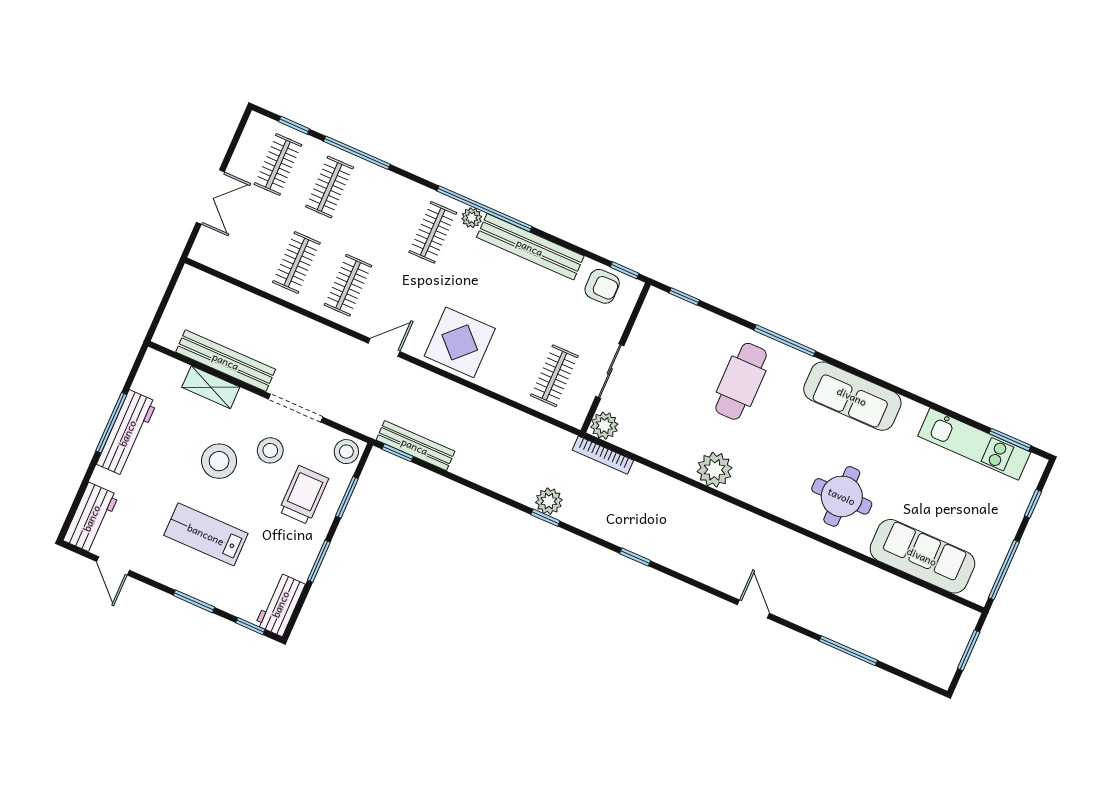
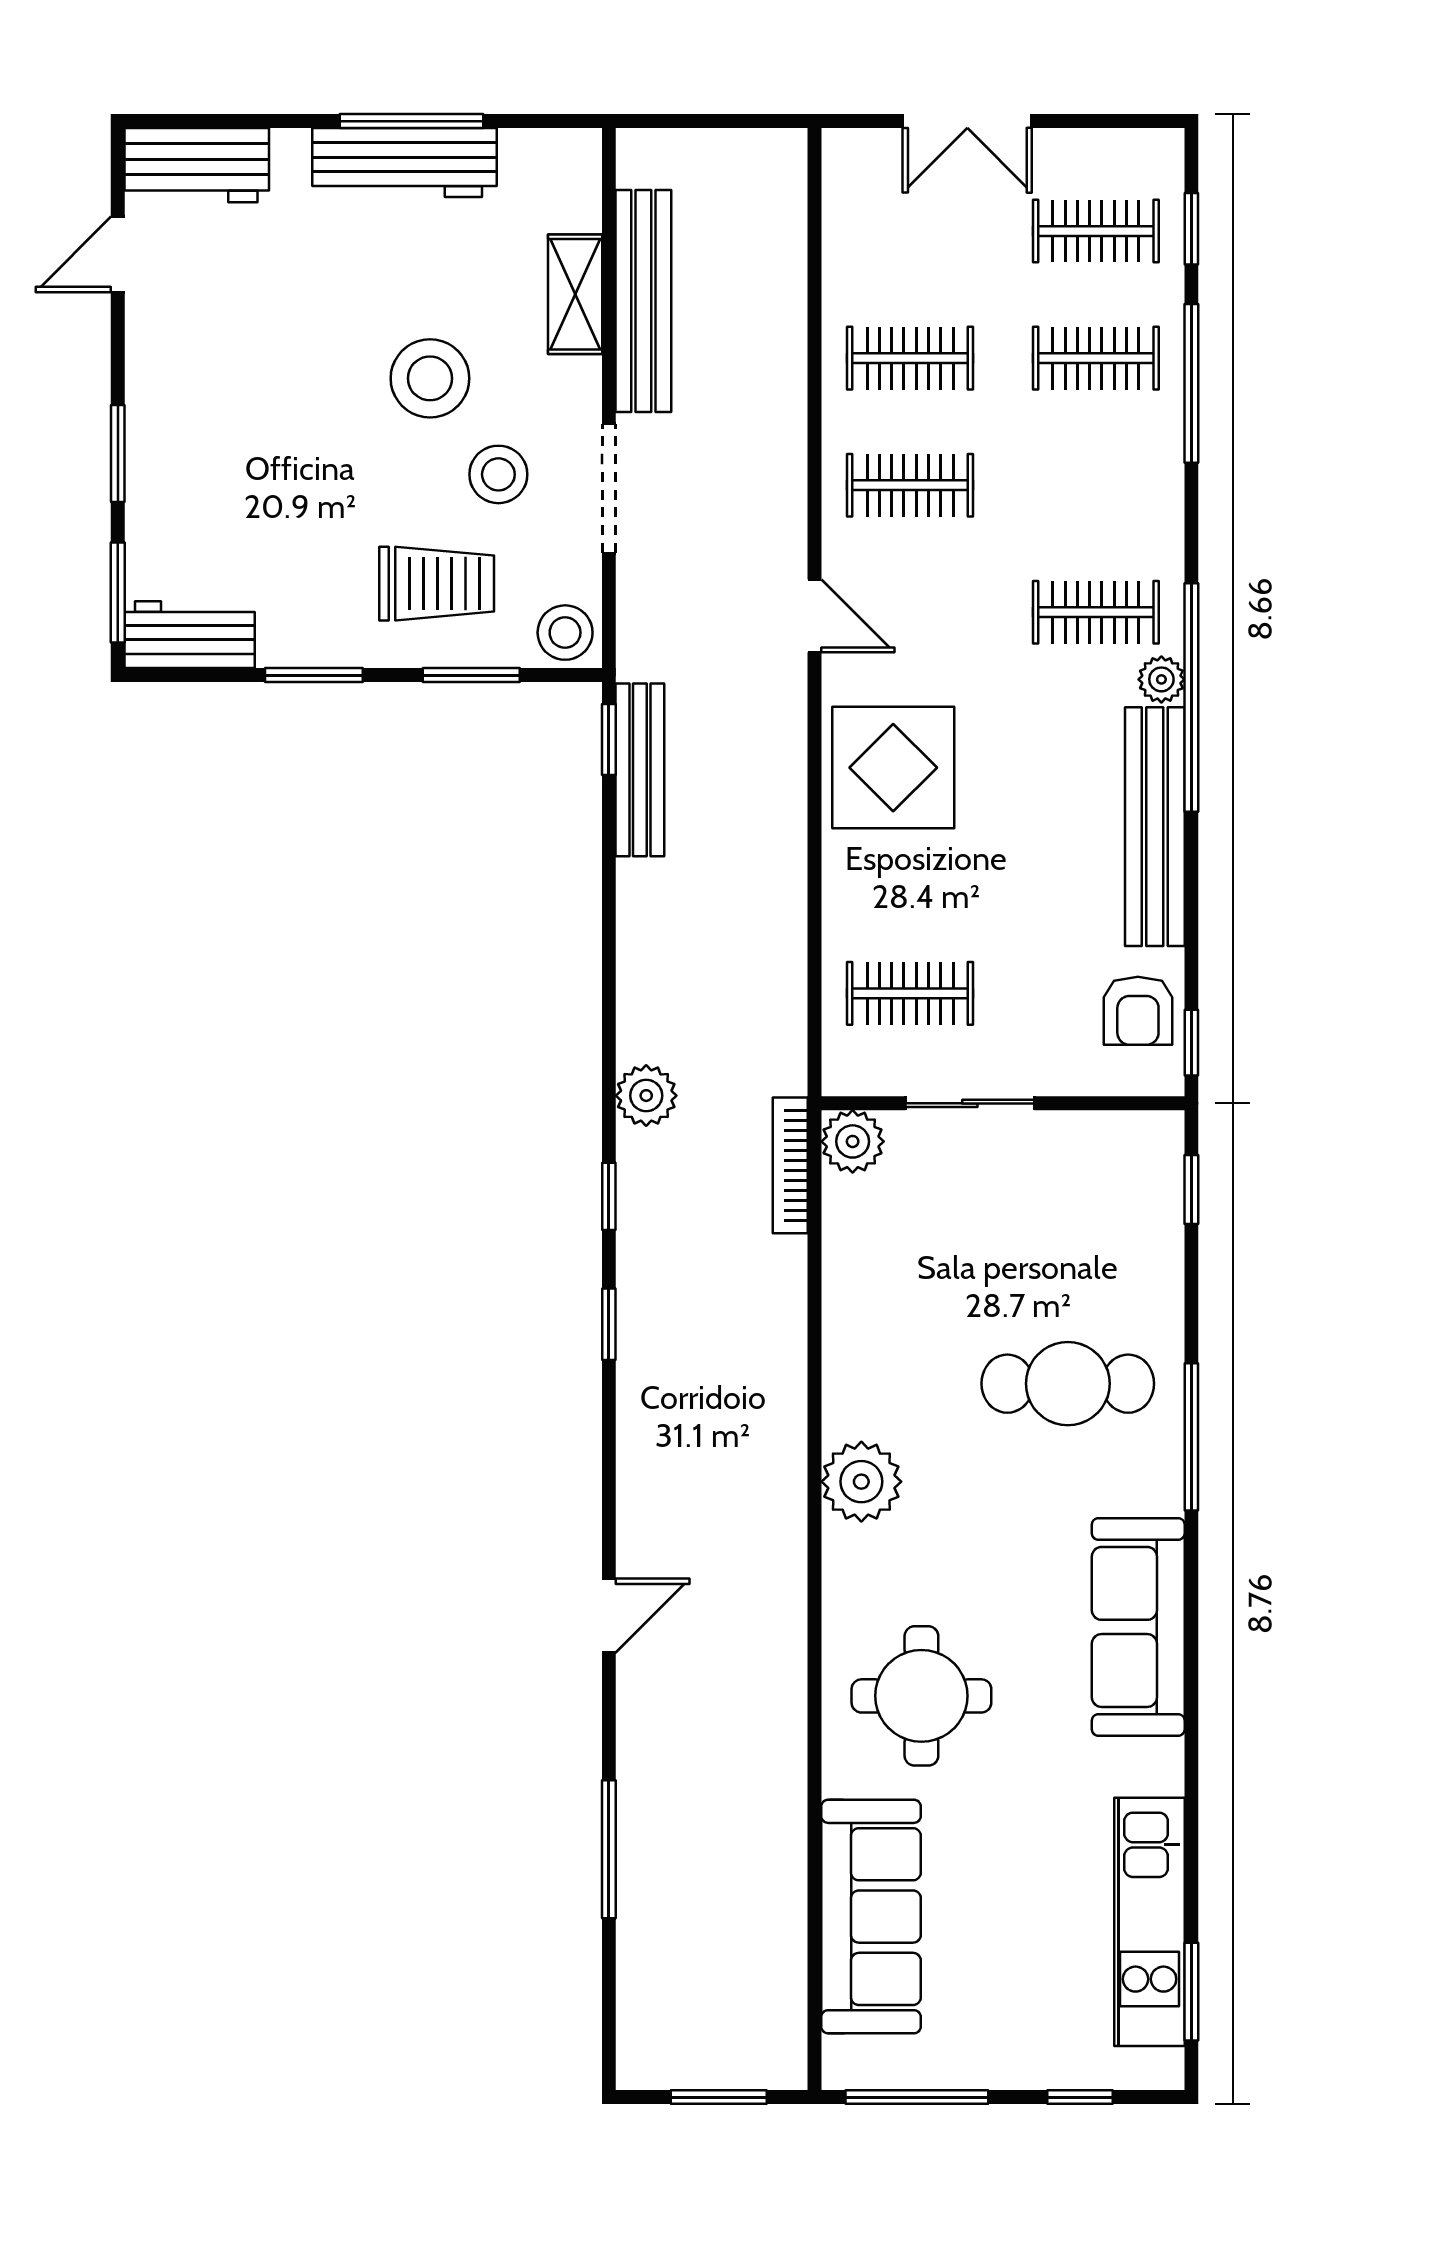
plant: (715, 470) -> (861, 1482), moved
window: (545, 518) -> (609, 1196), moved
lab bench: (206, 534) -> (267, 418), removed
window: (250, 626) -> (118, 592), width x1.50

